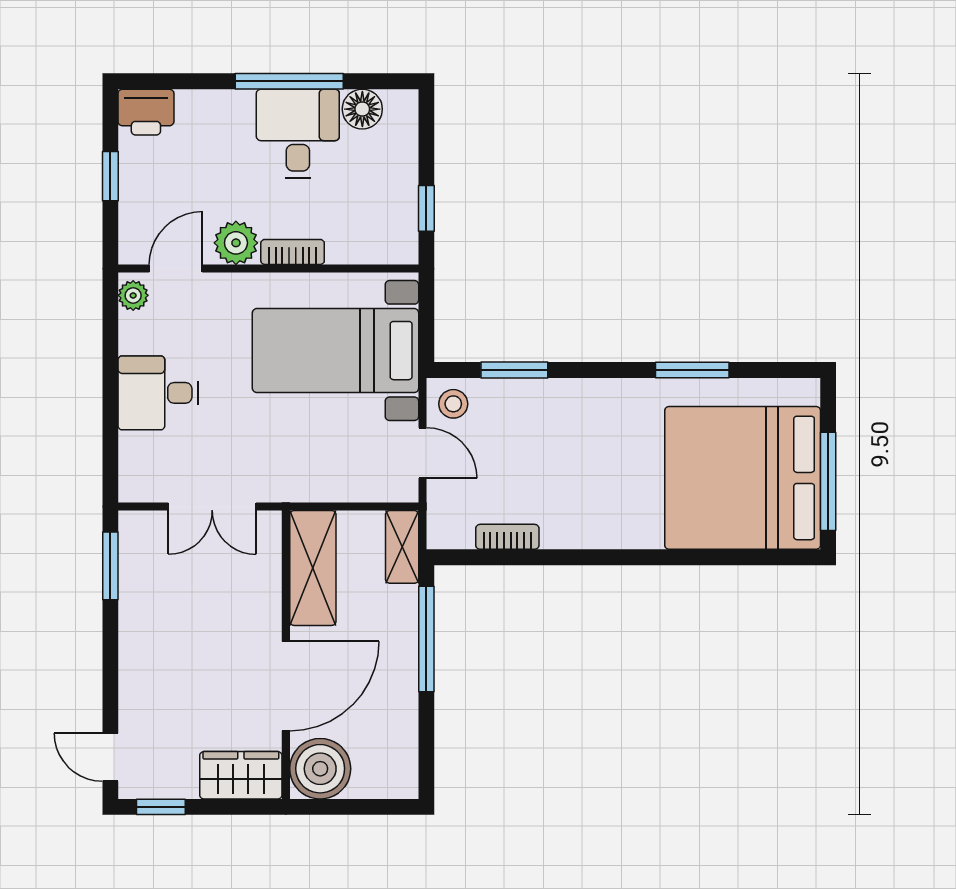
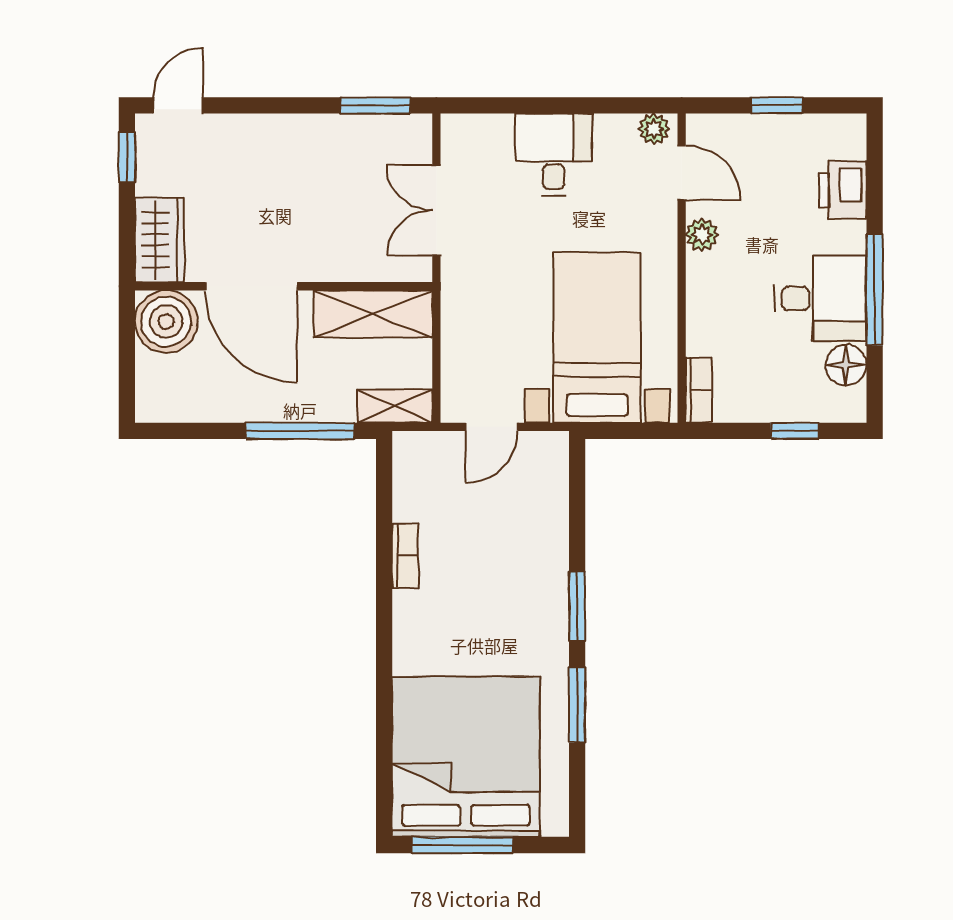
printer: (146, 112) -> (843, 190), moved
window: (426, 208) -> (795, 431), moved
plant: (236, 243) -> (702, 235), width x0.73, depth x0.73
bookcase: (293, 252) -> (699, 390), moved
window: (514, 370) -> (577, 607), moved
stool: (453, 404) -> (542, 459), removed
bookcase: (507, 537) -> (405, 556), moved

